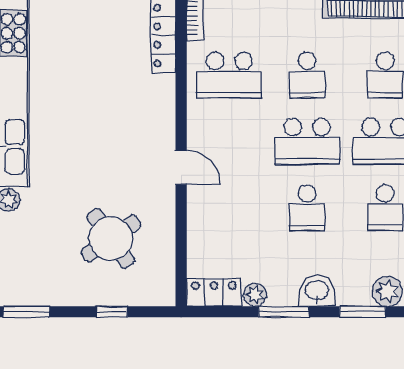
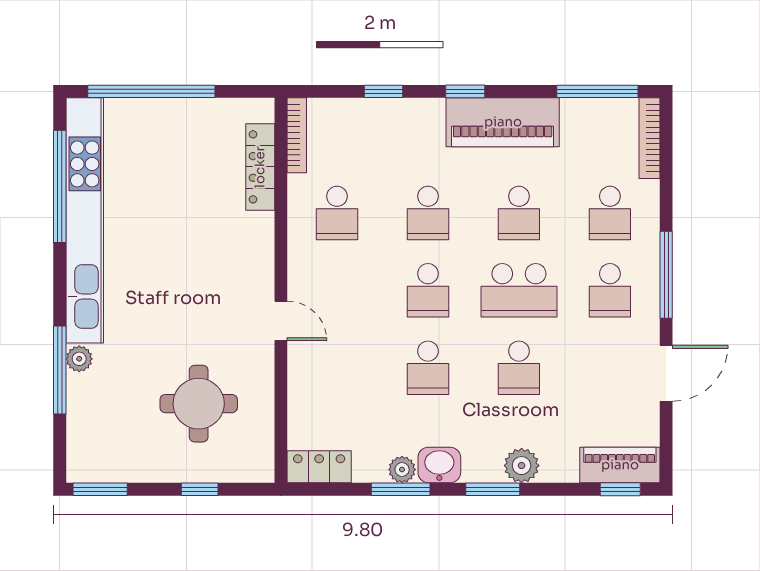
school desk: (229, 75) -> (337, 213), width x0.54
school desk: (307, 141) -> (428, 290), width x0.54
round table: (111, 238) -> (199, 404), turned 35
plant: (255, 295) -> (402, 470), moved

